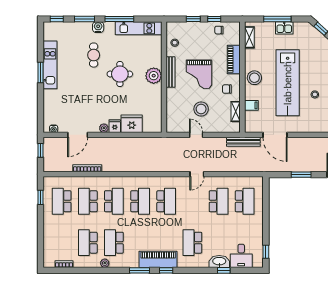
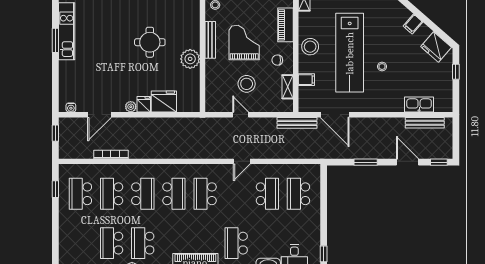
cafe table: (94, 55) -> (119, 20), removed
grand piano: (199, 74) -> (244, 43), turned 180
plant: (154, 76) -> (190, 59), moved
school desk: (166, 201) -> (205, 194), turned 180
school desk: (245, 201) -> (298, 194), turned 180

